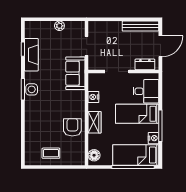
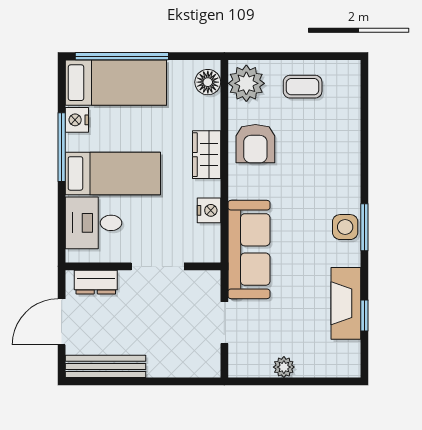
sofa: (75, 73) -> (249, 249), width x1.36
plant: (77, 155) -> (246, 83), added

